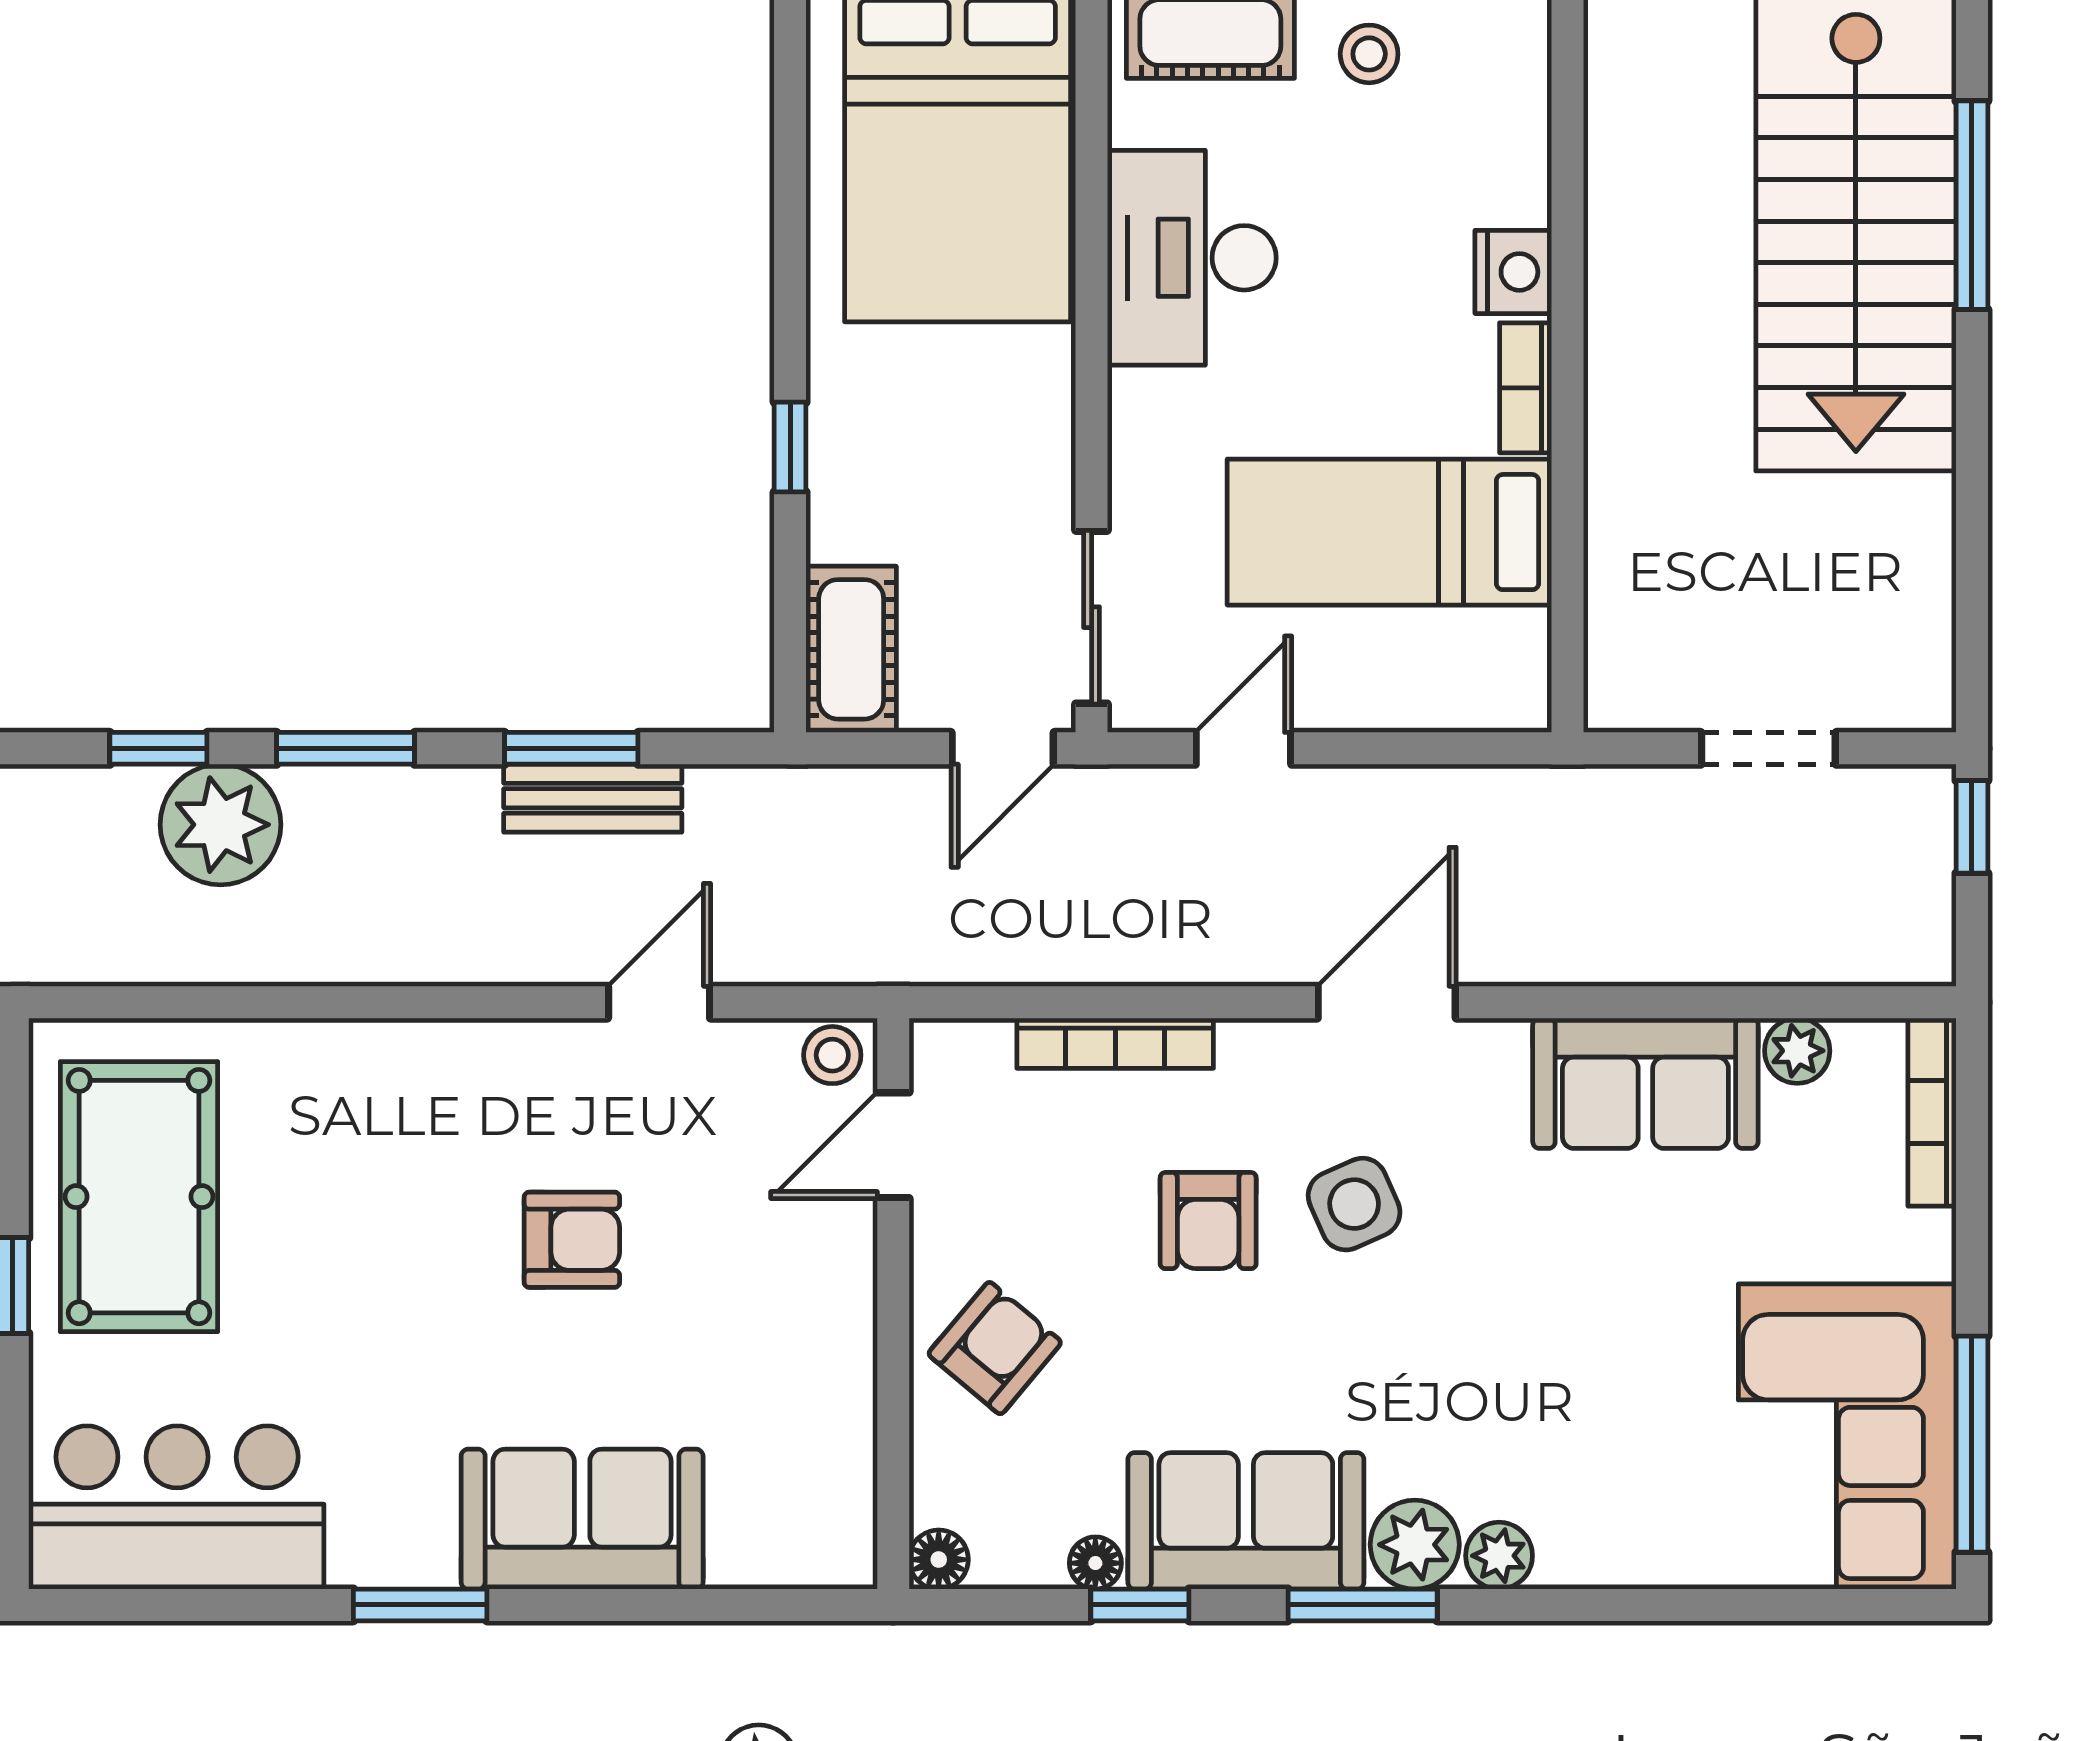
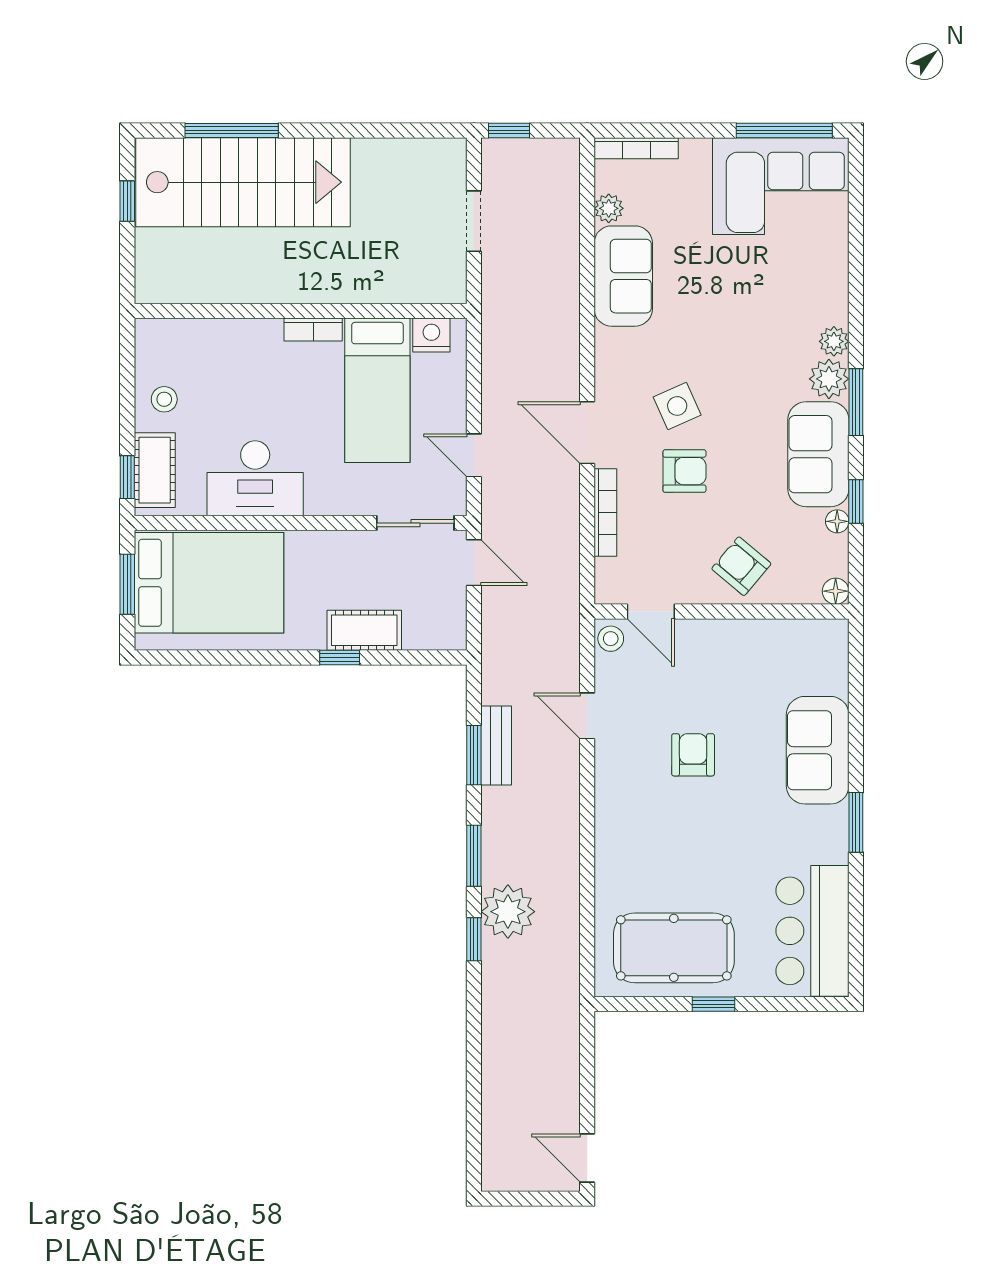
nightstand: (1513, 272) -> (431, 335), moved
cot: (851, 649) -> (364, 630), moved
door: (1387, 1002) -> (587, 433), moved

